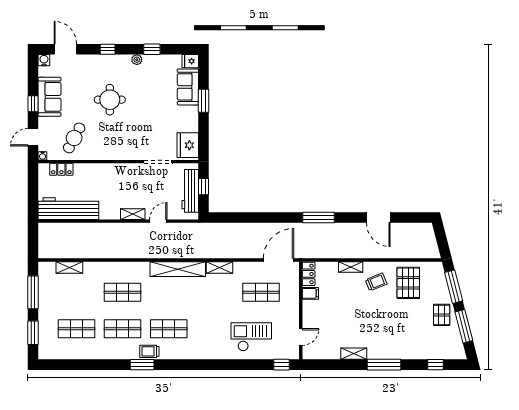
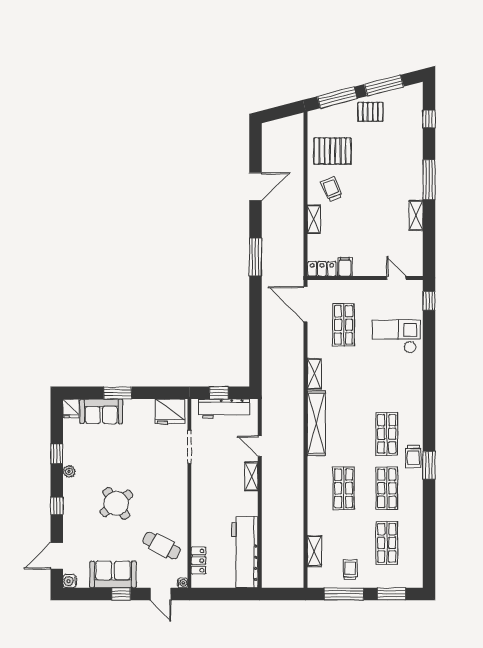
round table: (110, 100) -> (116, 503), turned -37
trolley: (54, 298) -> (350, 570), added
checkout: (251, 337) -> (396, 337), turned 90

